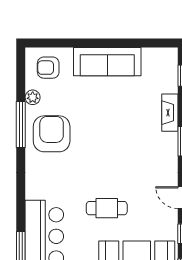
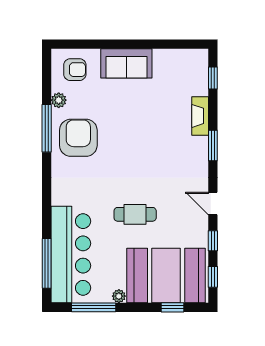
sofa: (107, 62) -> (126, 63), width x0.73
armchair: (48, 68) -> (75, 70), turned 180

